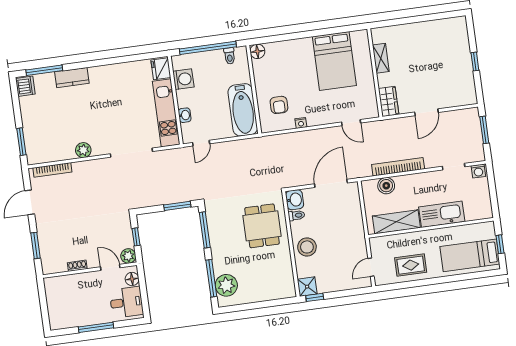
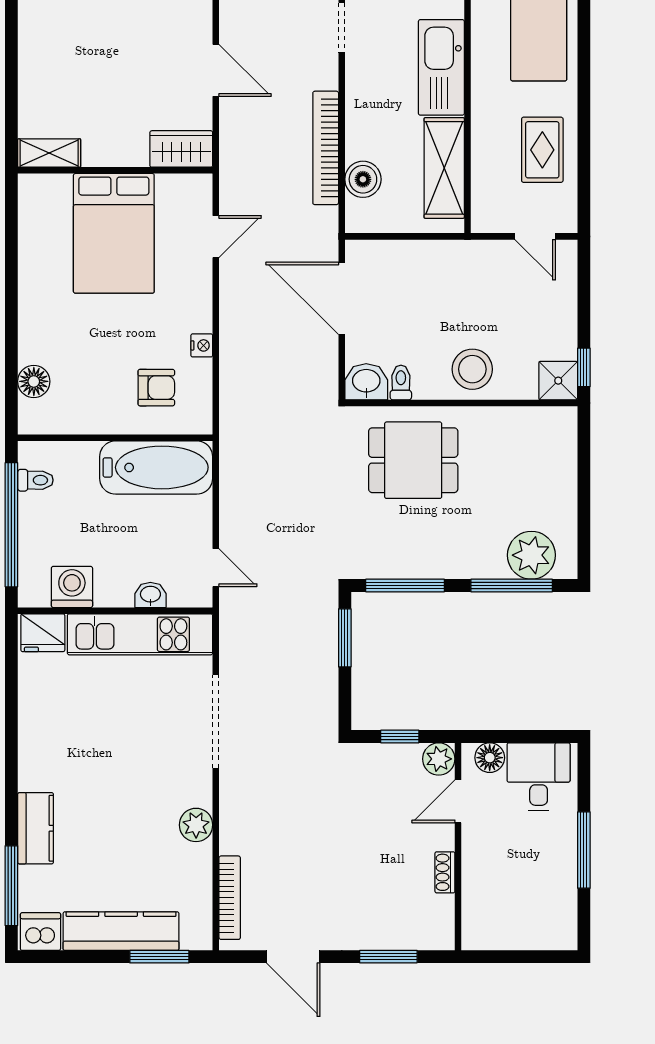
floor lamp: (257, 51) -> (34, 381), moved
shelving: (381, 58) -> (49, 153), moved
bed: (334, 61) -> (114, 233), moved, turned 90
kitchen counter: (31, 123) -> (121, 931), added

